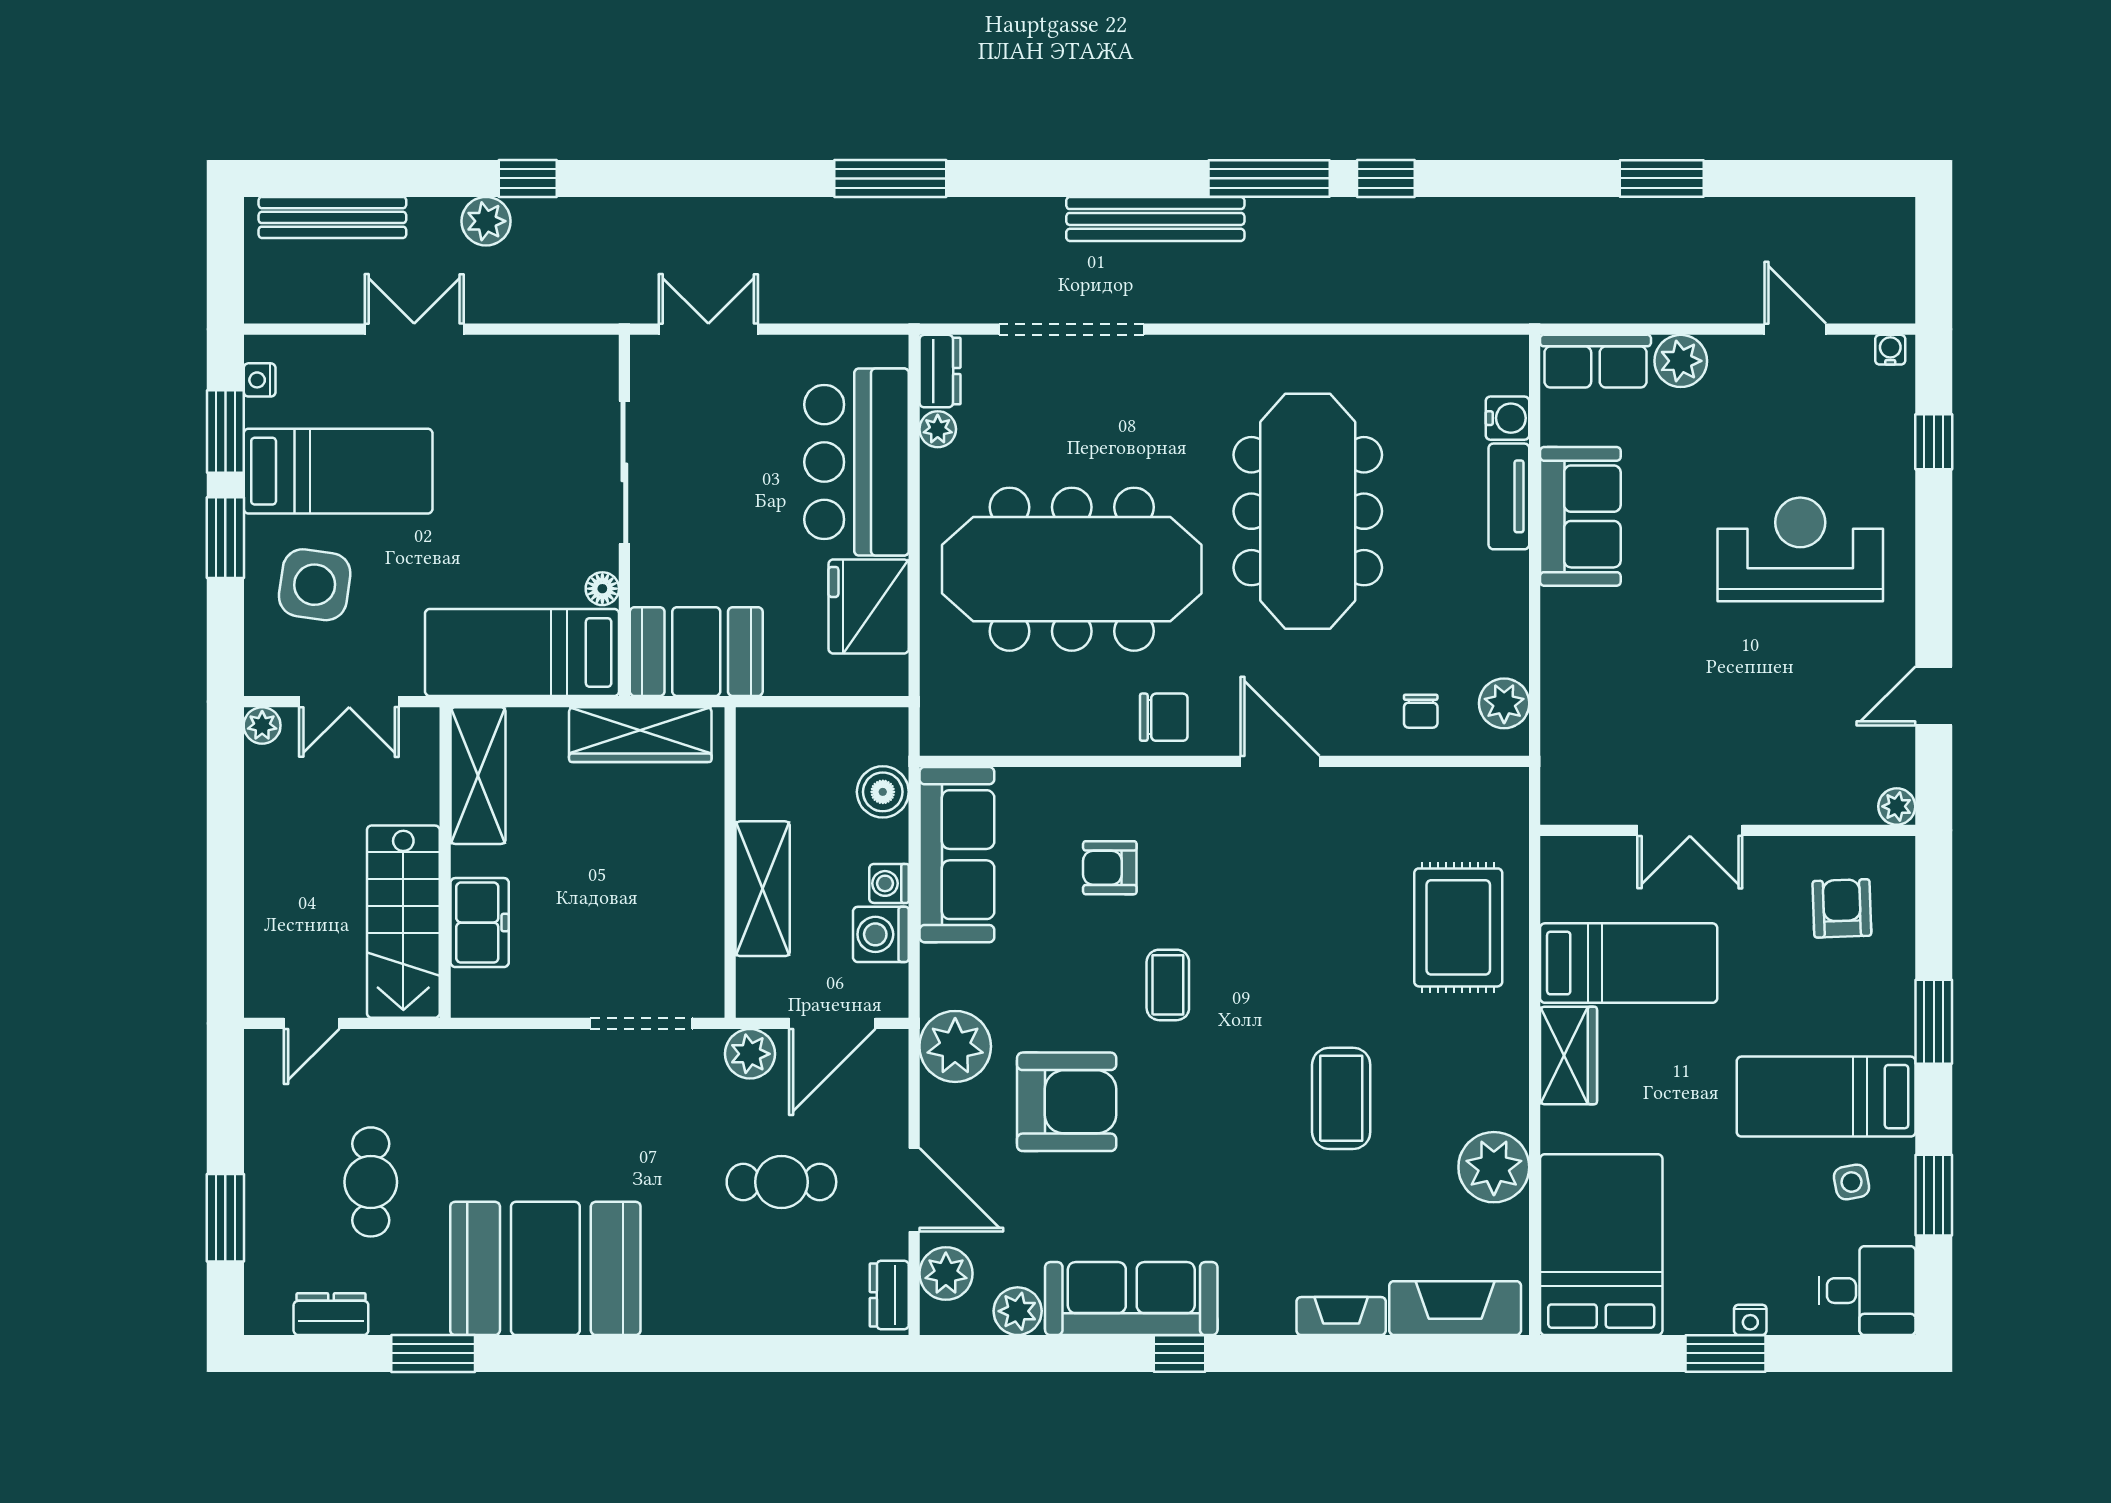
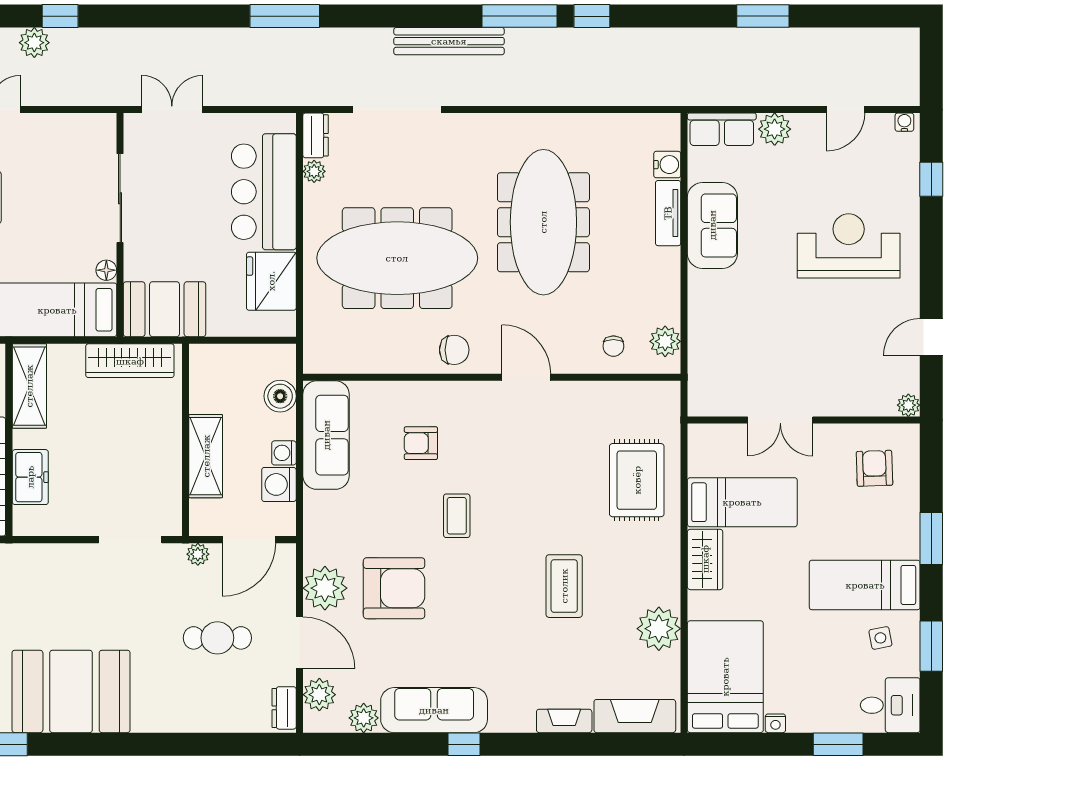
door: (1795, 329) -> (846, 109), swing flipped
plant: (955, 1046) -> (325, 588), moved
plant: (750, 1054) -> (198, 554), width x0.73, depth x0.73
nightstand: (1750, 1320) -> (775, 723), moved
window: (1725, 1353) -> (838, 744), moved

